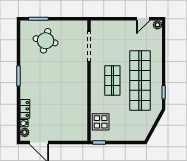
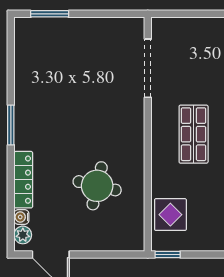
round table: (46, 41) -> (97, 186), moved
locker: (25, 109) -> (23, 180), width x1.53

